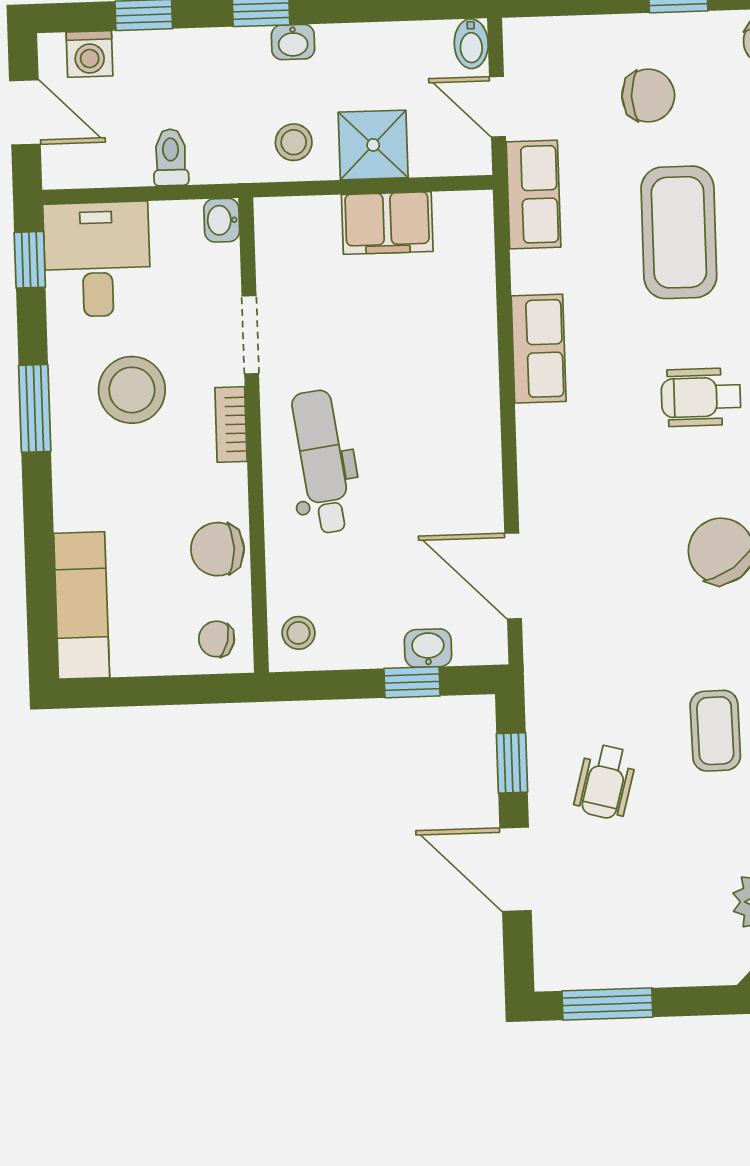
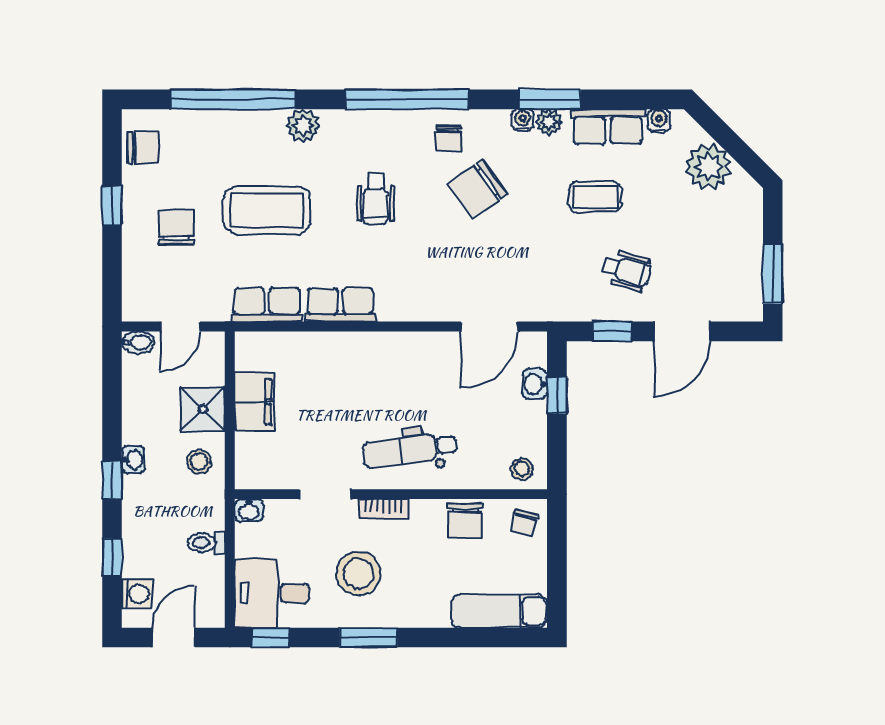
row of seats: (533, 195) -> (267, 305), moved

